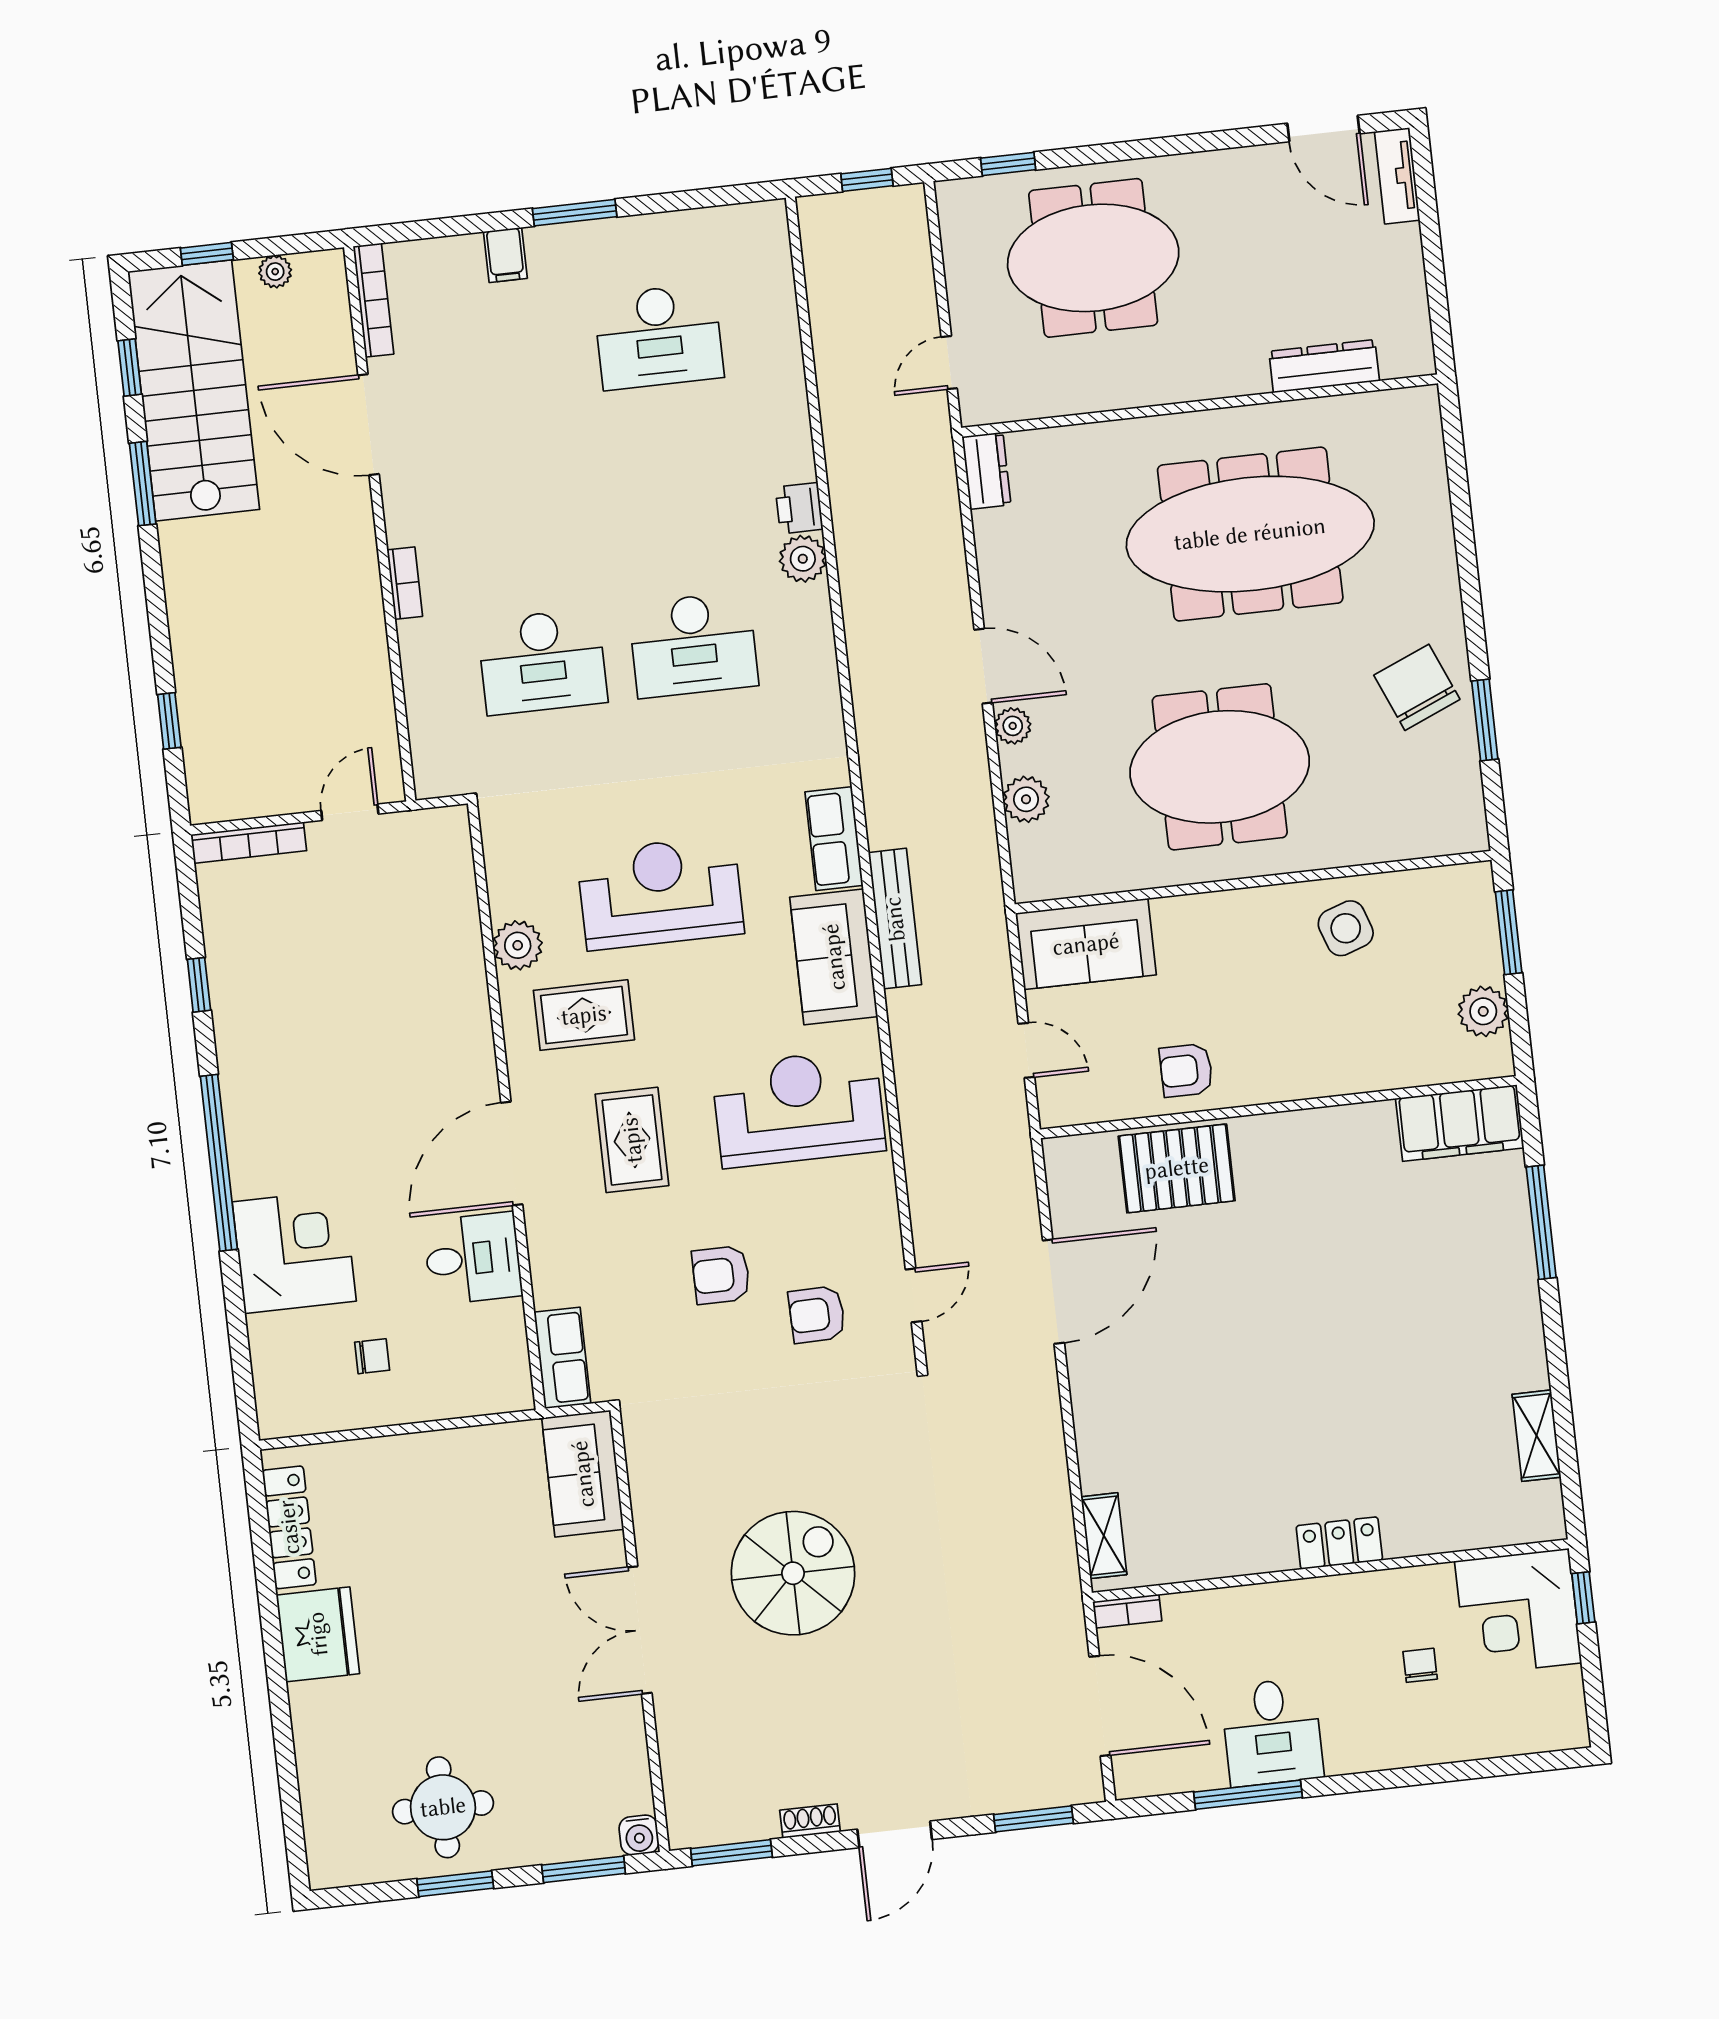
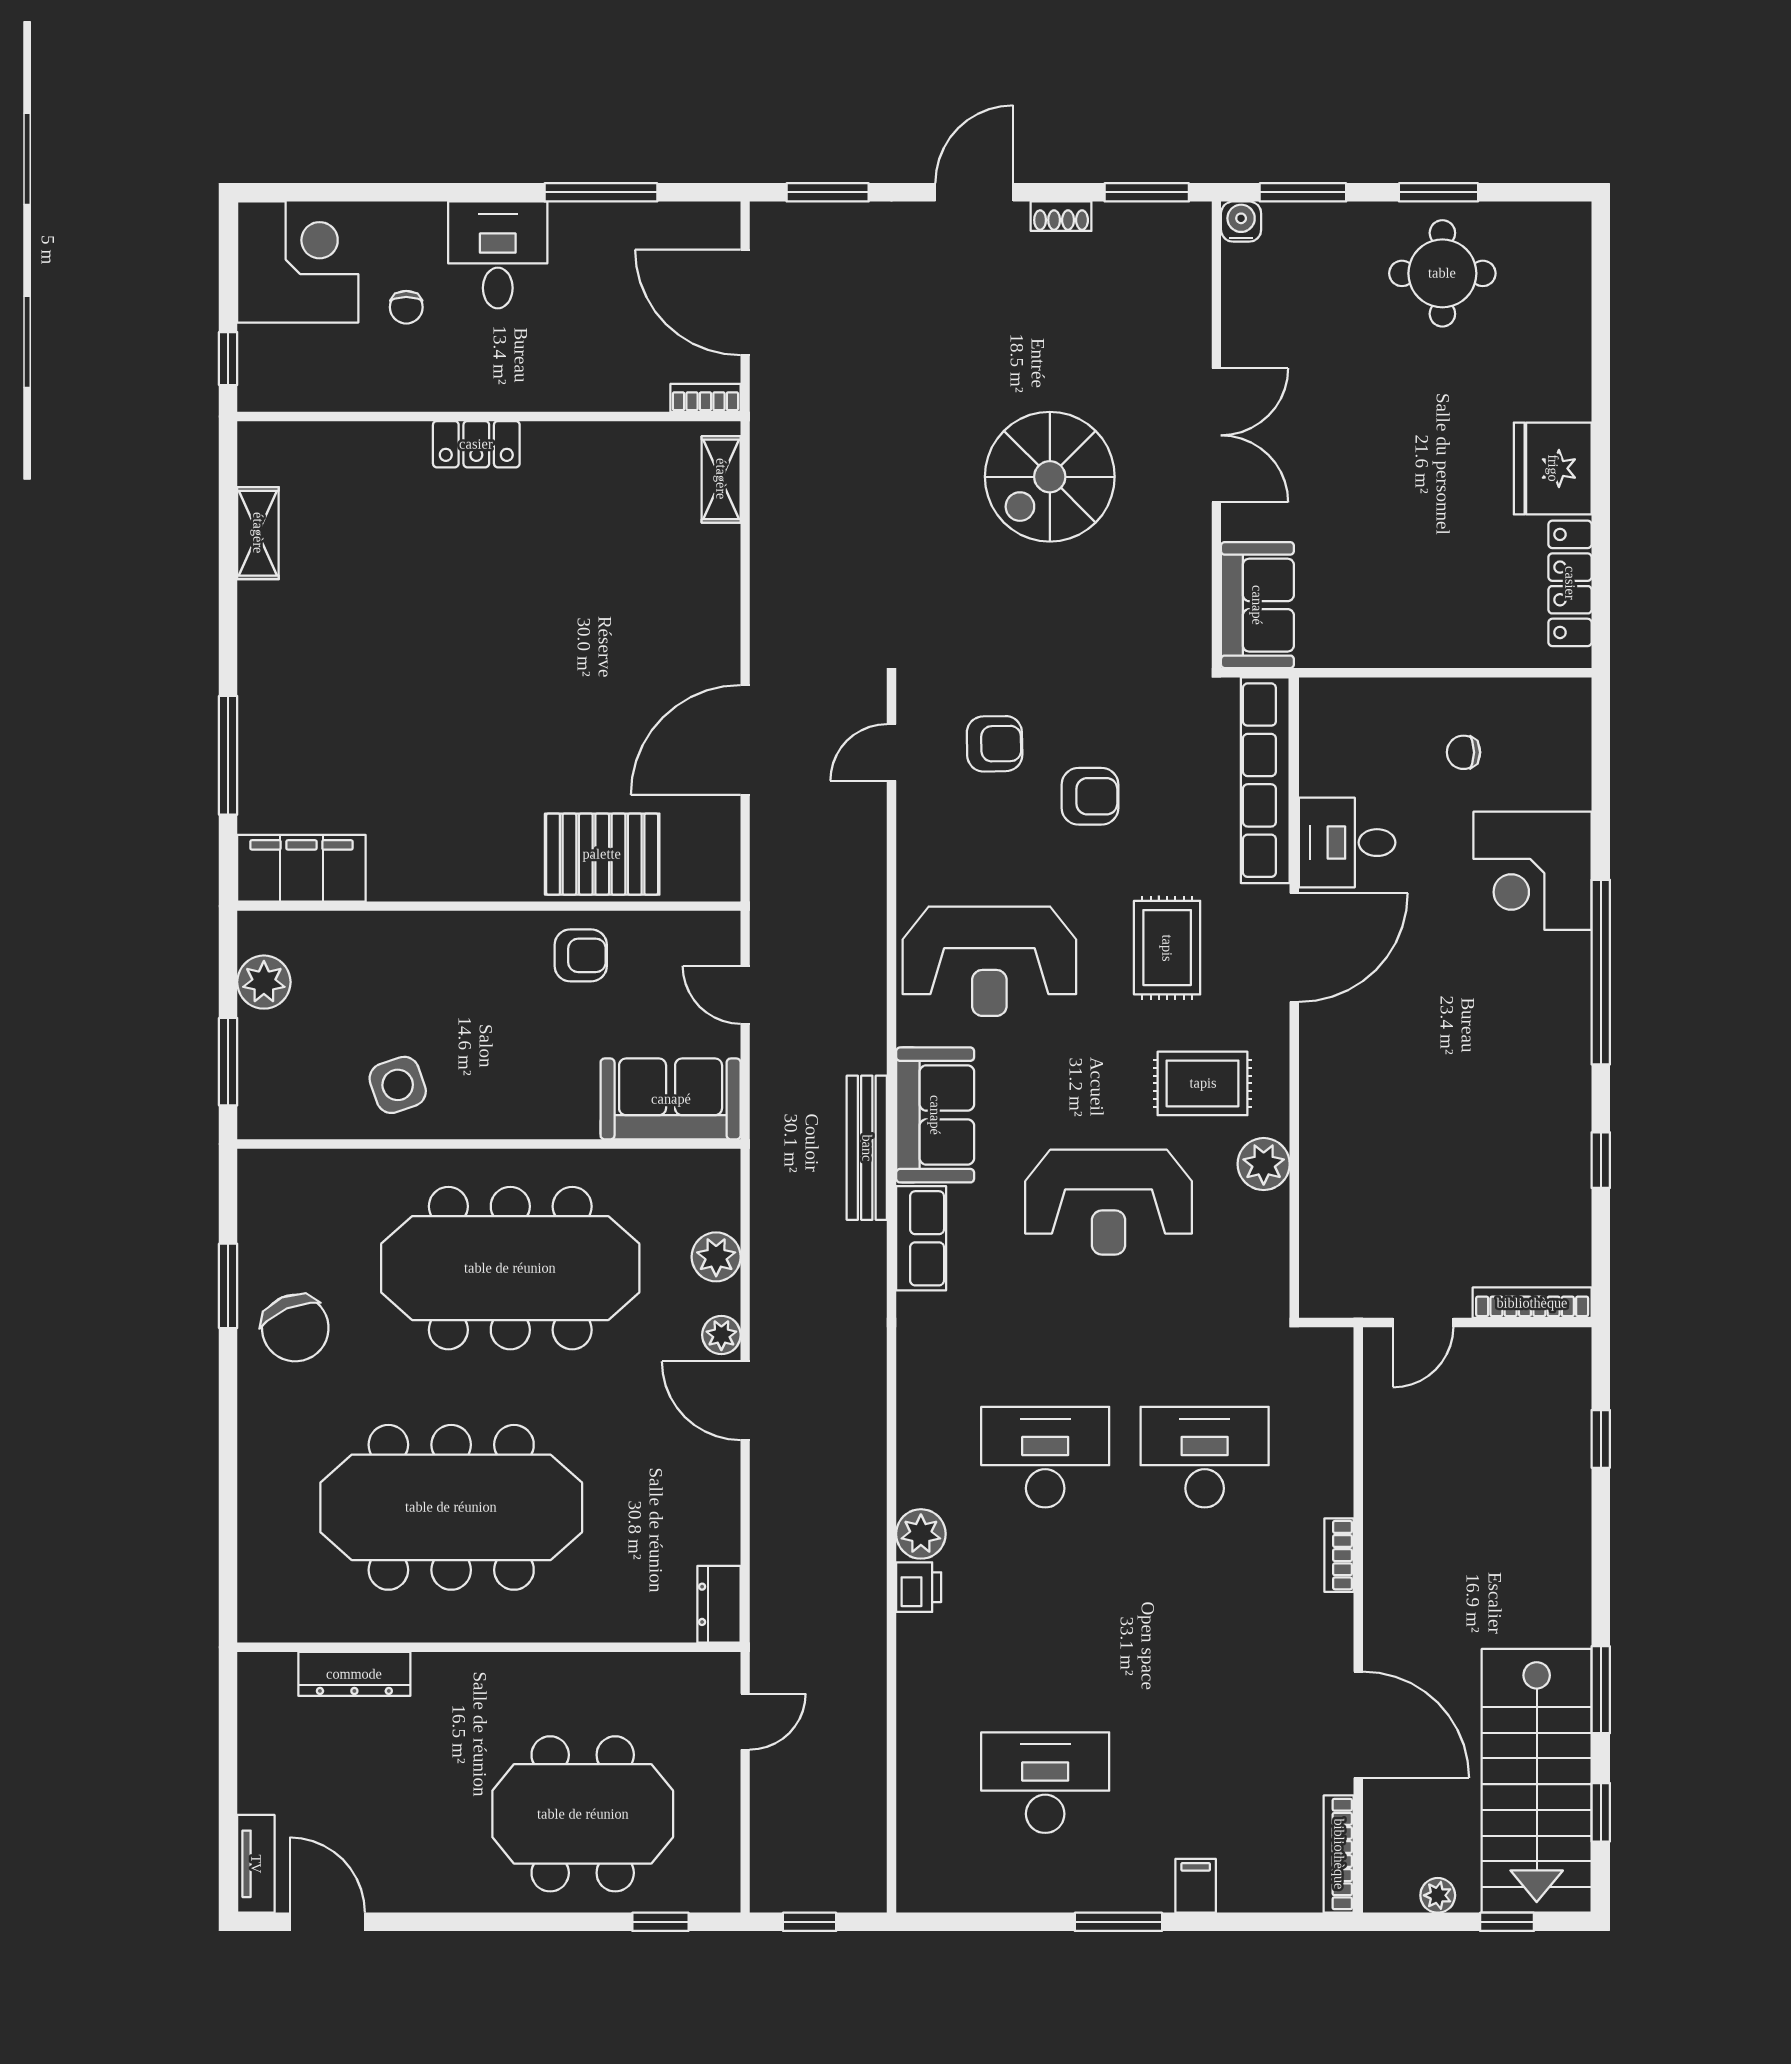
meeting table: (1220, 767) -> (510, 1268), width x1.36
row of seats: (562, 1358) -> (1265, 780), width x2.02
corner desk: (1518, 1612) -> (298, 262), moved
desk: (1272, 1732) -> (498, 255), moved

